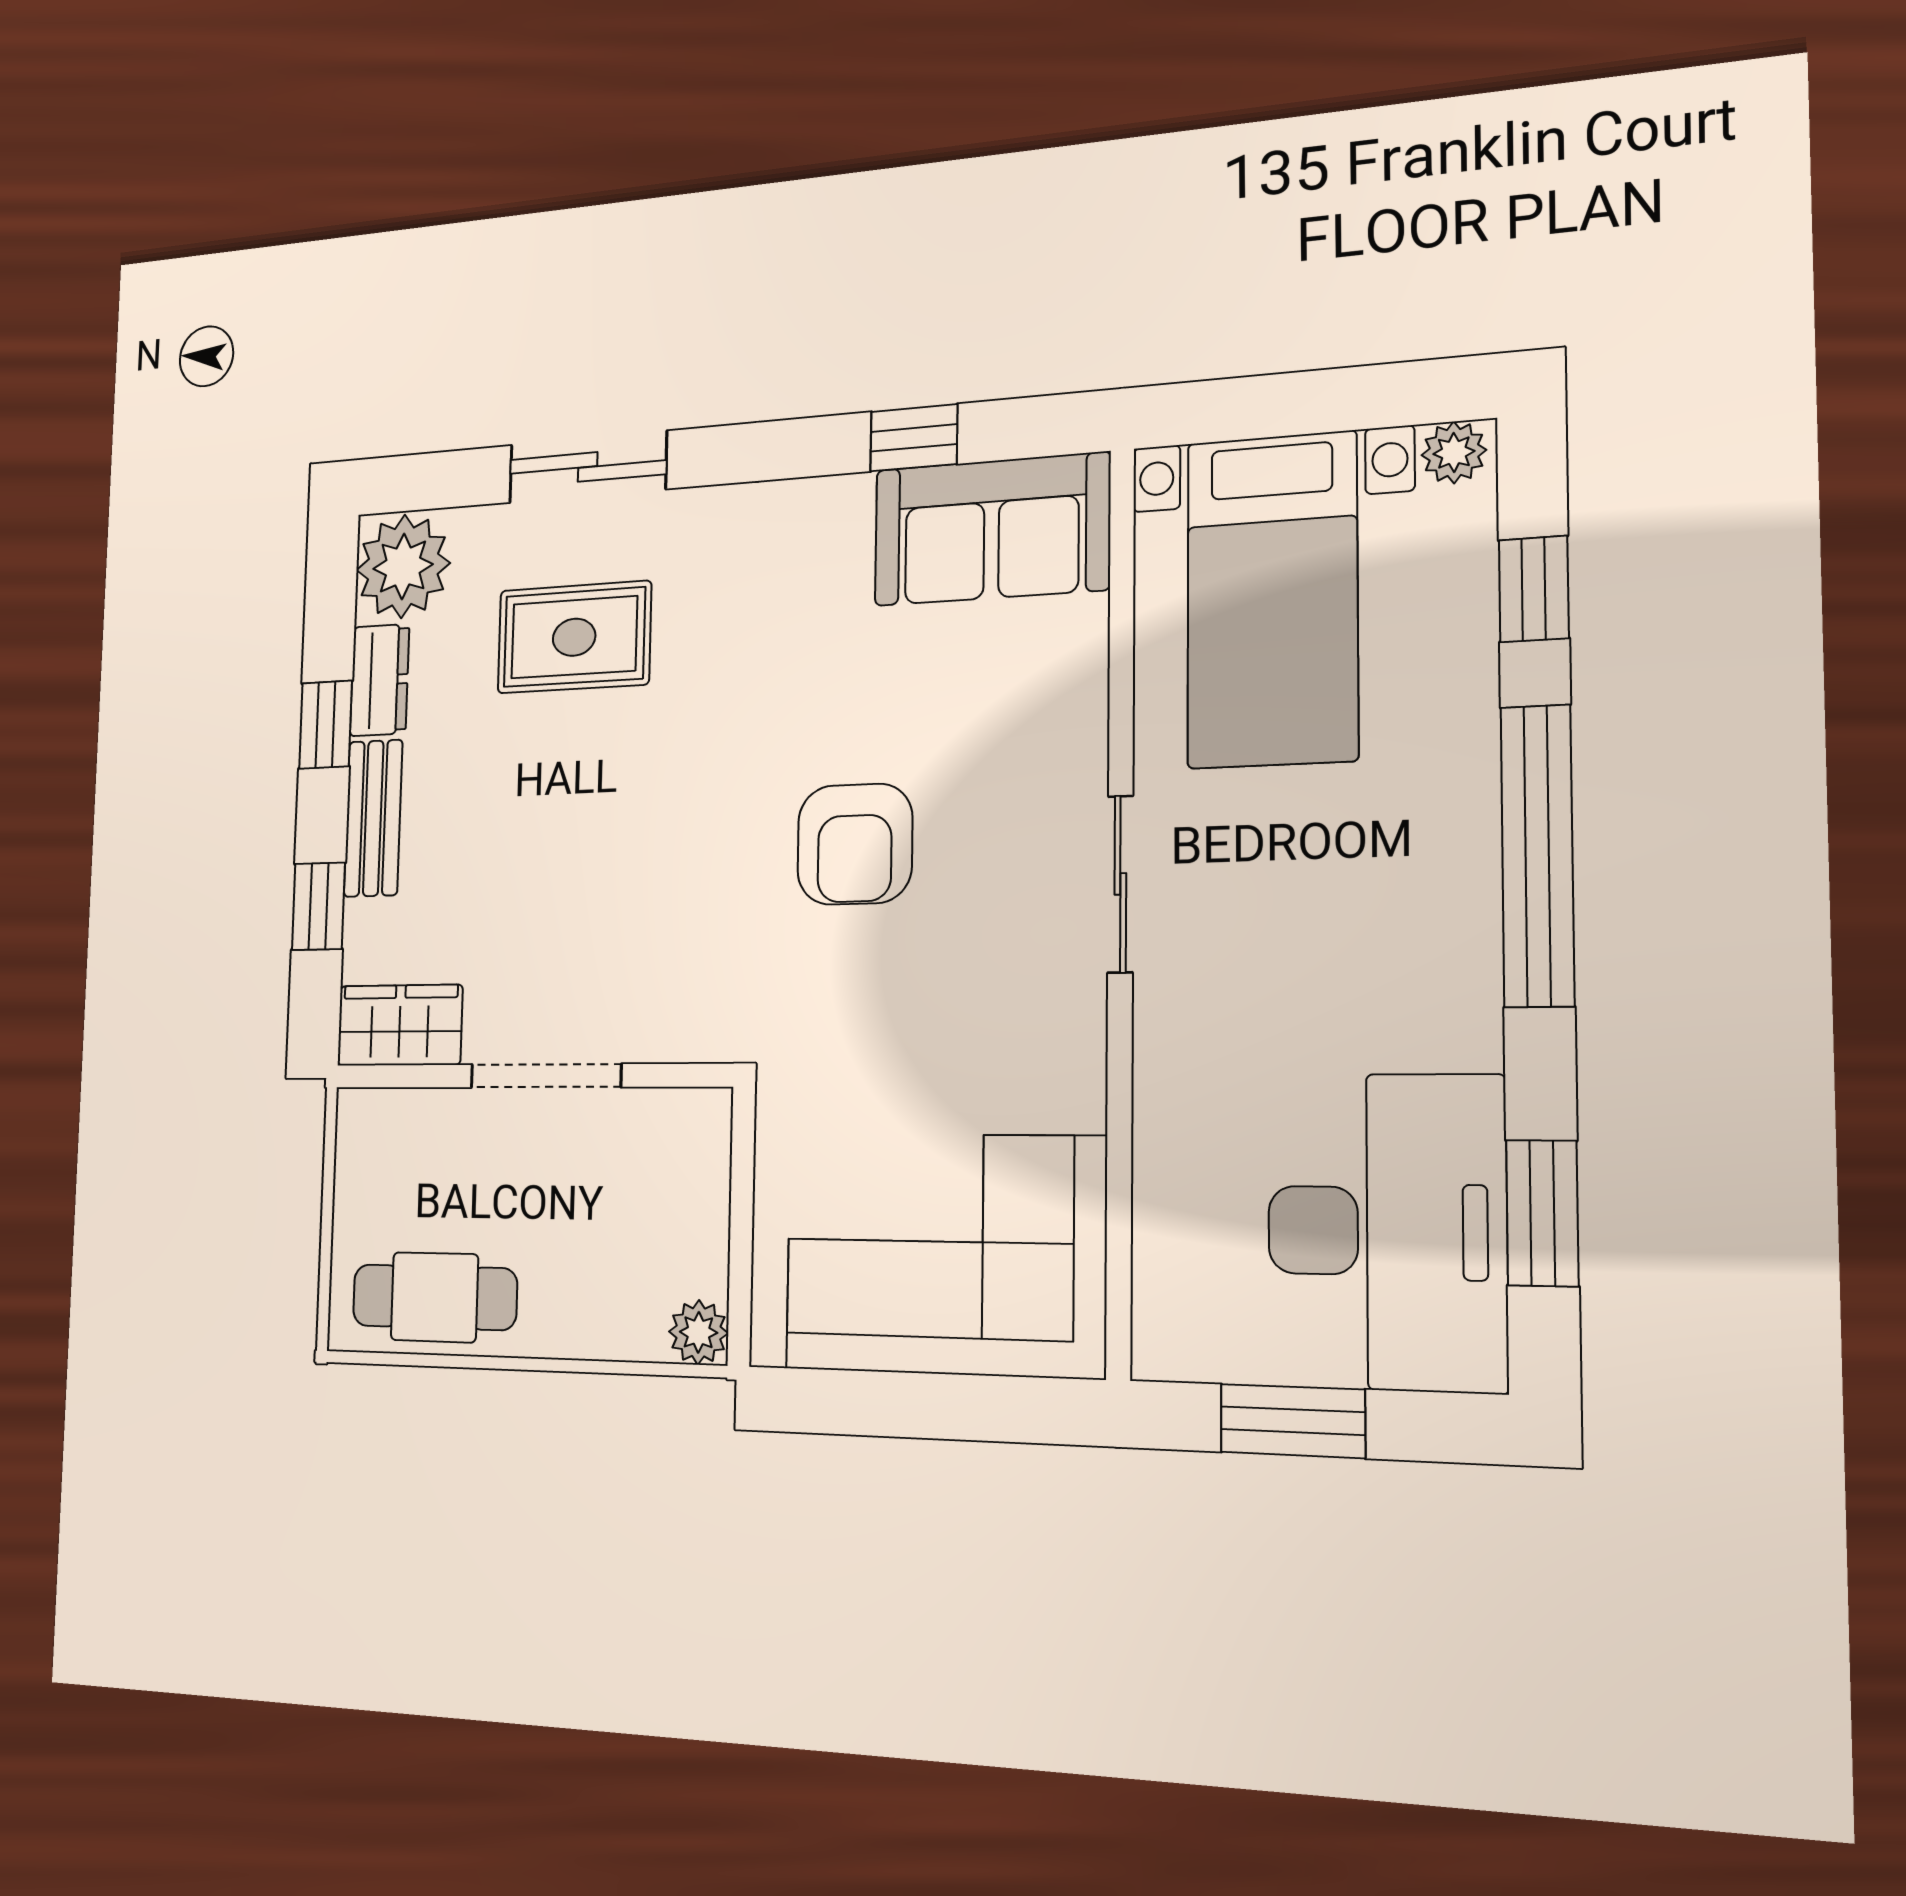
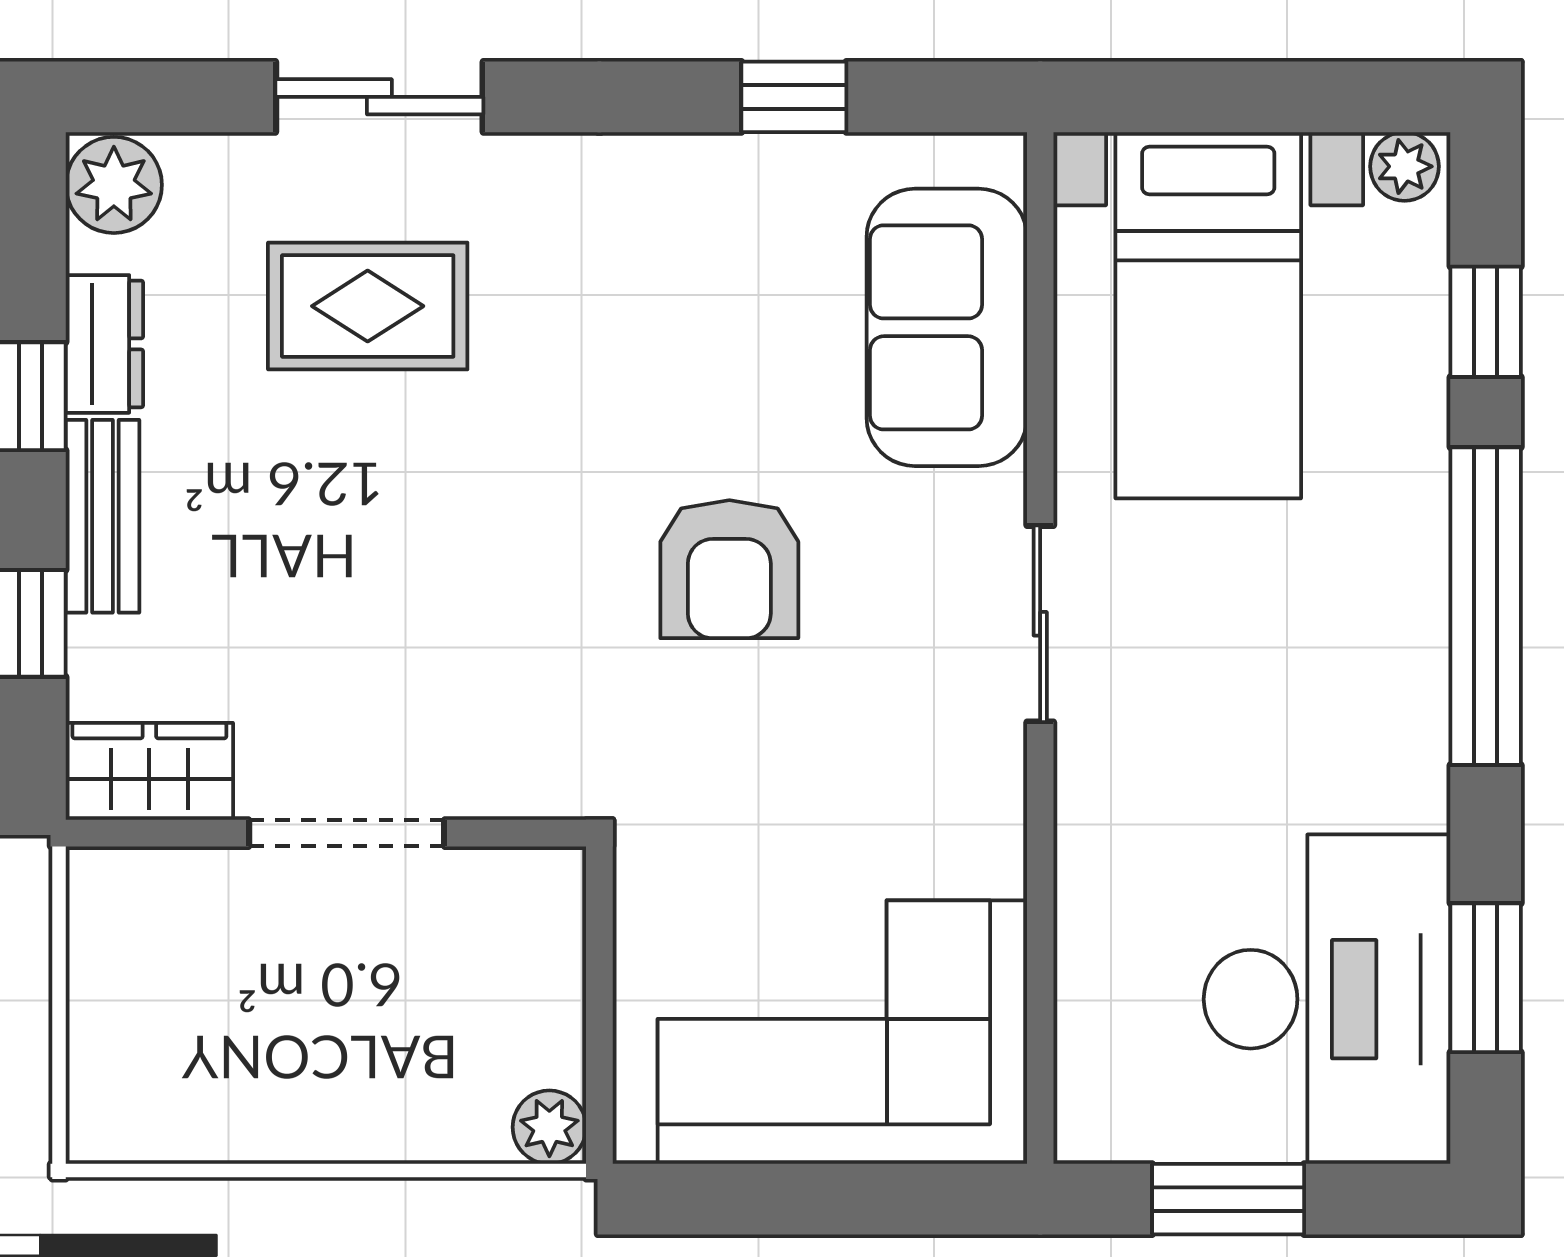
sofa: (991, 529) -> (947, 327), moved, turned 90
plant: (403, 566) -> (114, 185), width x0.73, depth x0.73
cafe table: (434, 1297) -> (209, 1096), removed

